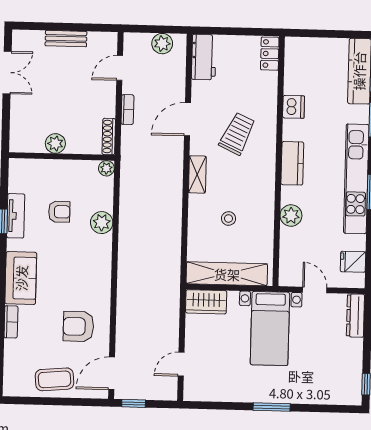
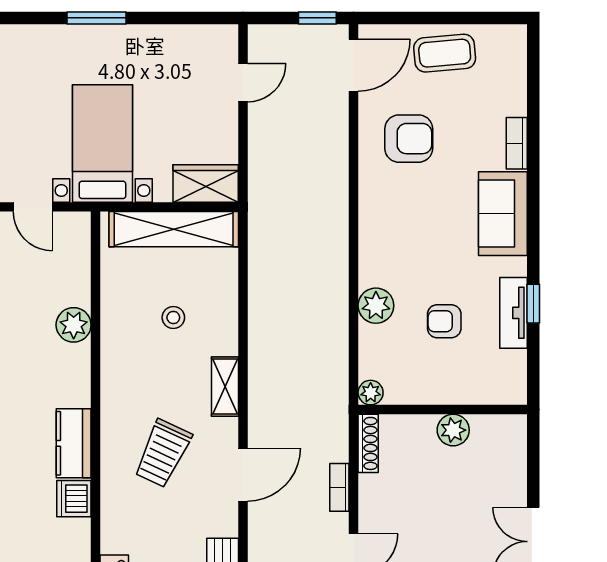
kitchen counter: (292, 163) -> (74, 443), moved

